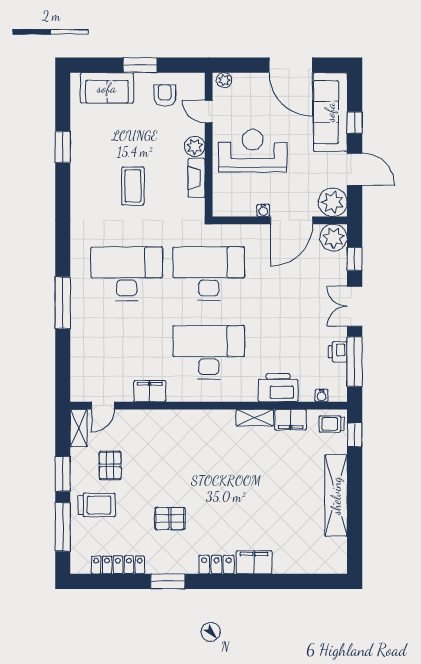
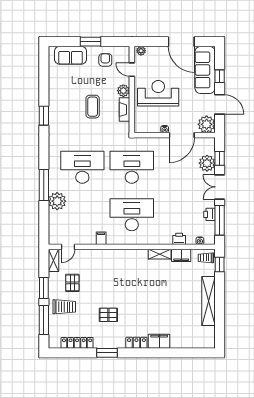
window: (63, 147) -> (44, 116), moved
coffee table: (133, 186) -> (93, 107), moved
plant: (334, 238) -> (207, 163), moved
plant: (85, 330) -> (57, 201), added
printer: (278, 388) -> (179, 239), width x0.53, depth x0.68
filing cabinet: (150, 391) -> (101, 238), width x0.50

